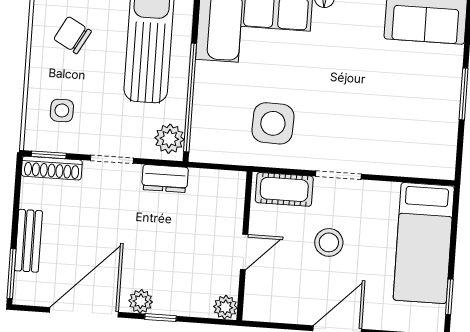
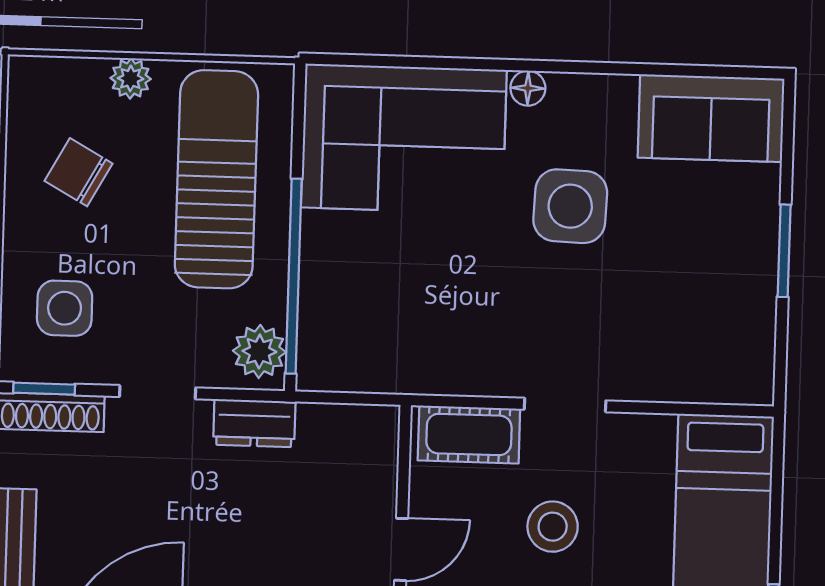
side table: (62, 110) -> (65, 308), width x1.37, depth x1.37
side table: (273, 123) -> (570, 206), moved

